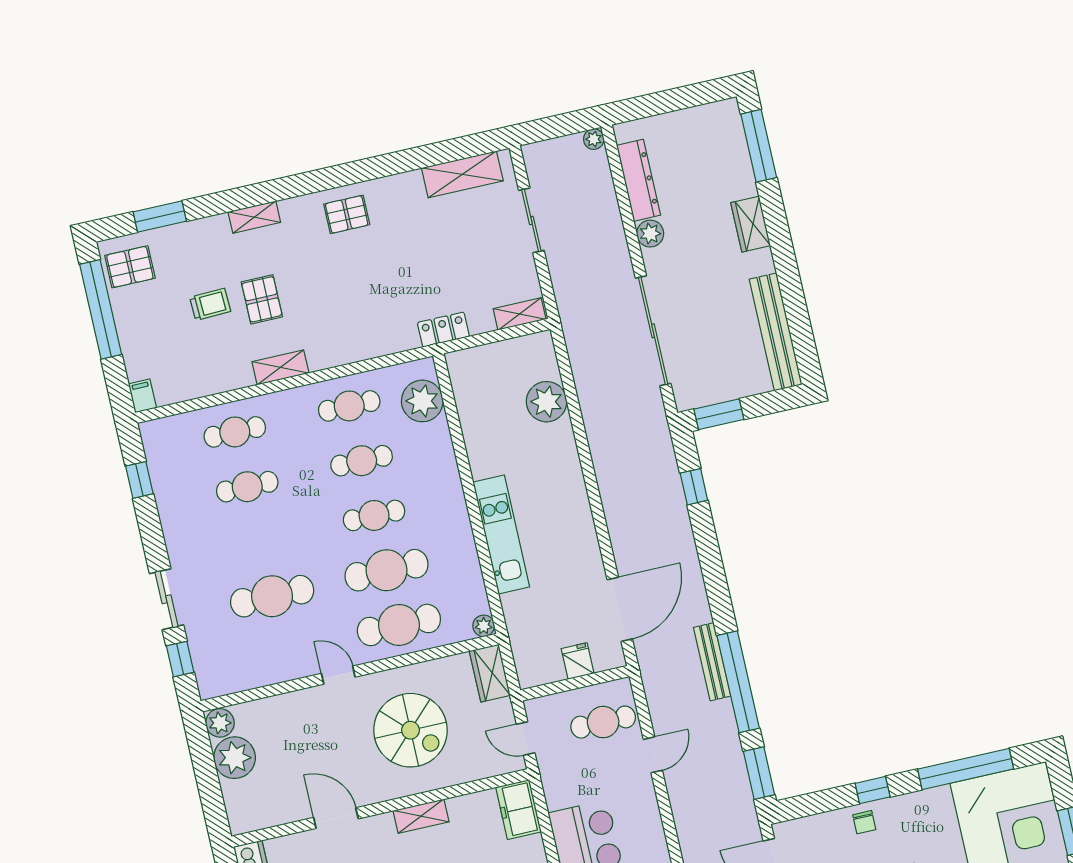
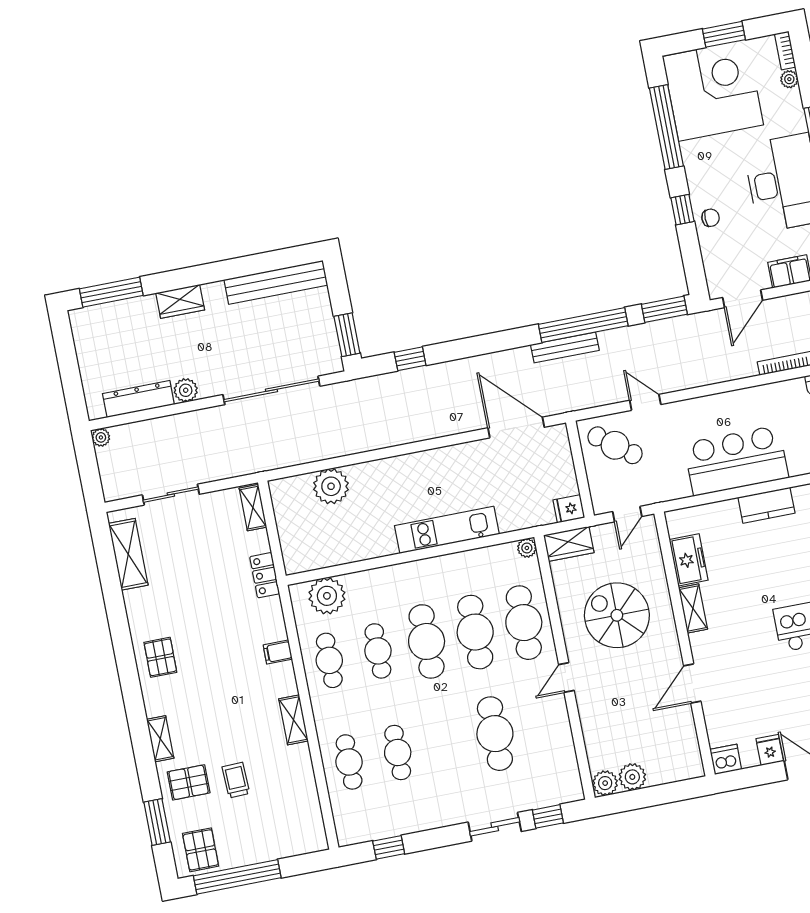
pallet: (262, 299) -> (189, 782), moved
filing cabinet: (142, 396) -> (278, 652), moved
cafe table: (374, 515) -> (427, 641), width x1.37, depth x1.35
fridge: (578, 661) -> (569, 509), moved
cafe table: (603, 722) -> (615, 445), turned -53
spiral stairs: (410, 730) -> (617, 615), turned -90
plant: (235, 758) -> (632, 777), width x0.73, depth x0.73
freezer: (518, 809) -> (689, 560), moved, turned -90

